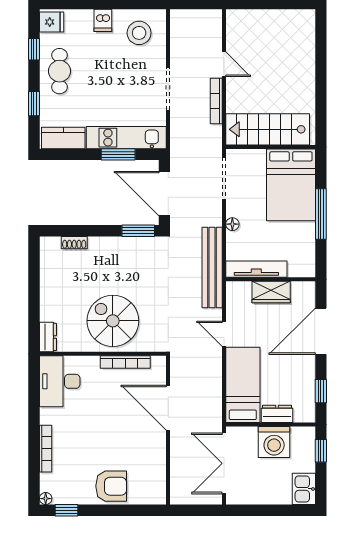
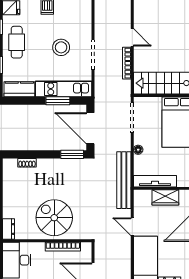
stool: (139, 33) -> (61, 47), moved

